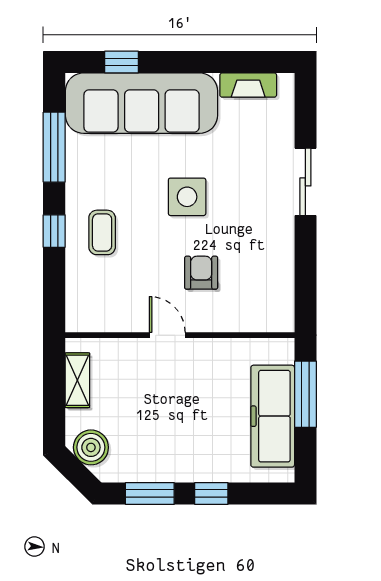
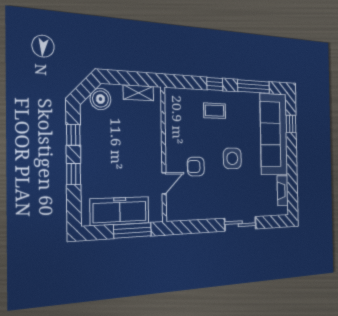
armchair: (201, 273) -> (196, 167), turned 180
door: (167, 335) -> (164, 183), moved
window: (150, 494) -> (73, 135), width x0.67

